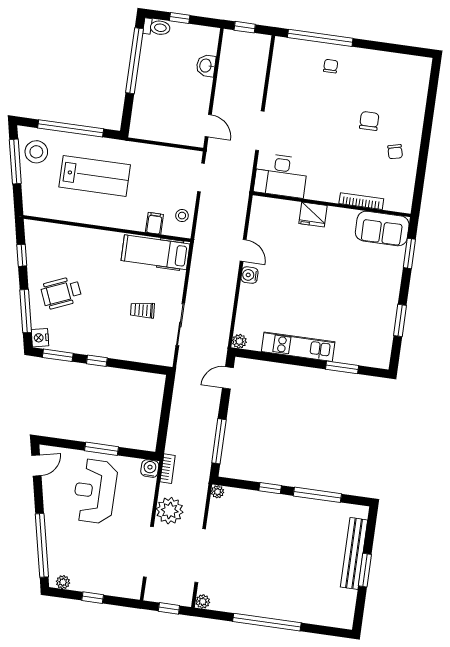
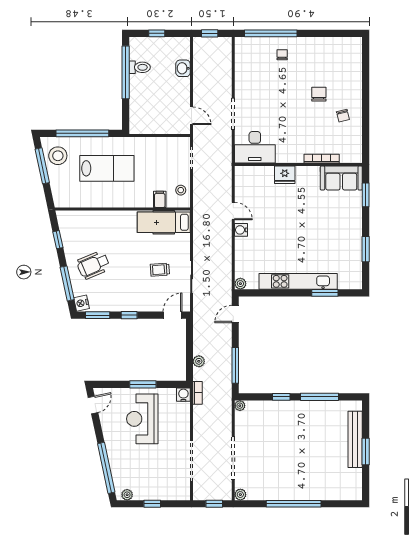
toilet: (157, 27) -> (140, 67), moved
kitchen unit: (298, 347) -> (298, 281), width x1.36
door: (150, 368) -> (173, 315), added
plant: (170, 511) -> (199, 361), moved, width x0.53, depth x0.53

